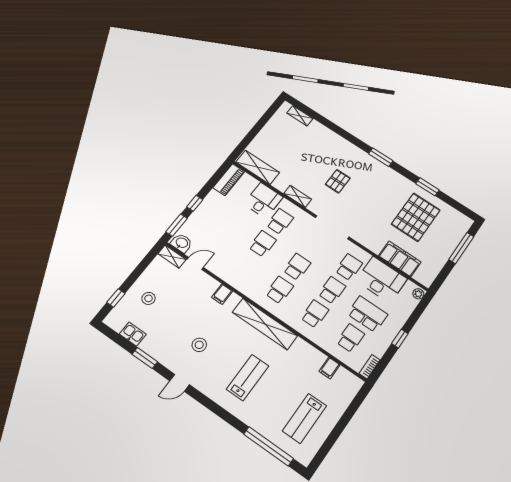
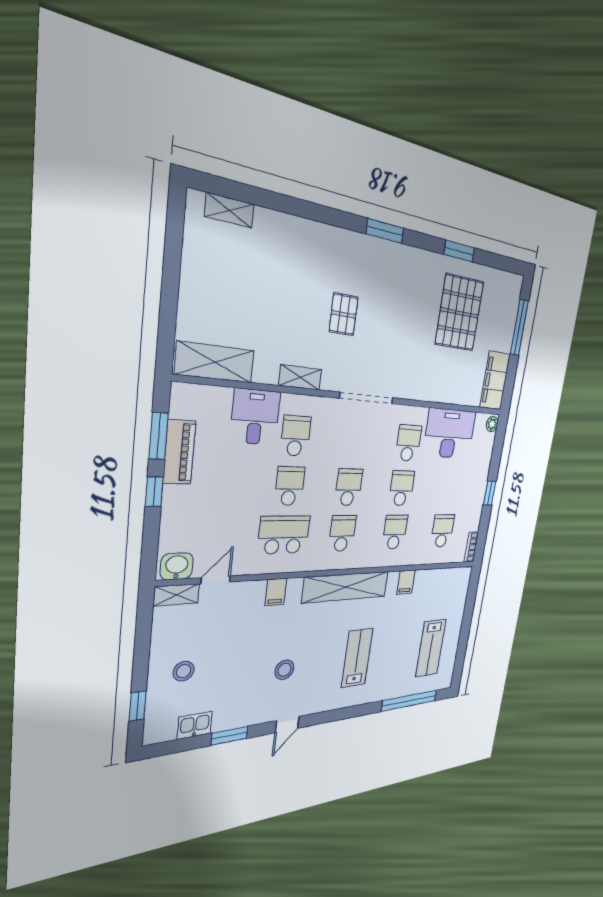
piano: (229, 180) -> (179, 452), moved
window: (176, 225) -> (159, 436), moved
filing cabinet: (400, 259) -> (495, 381), moved, turned -90
school desk: (367, 314) -> (284, 535), moved
filing cabinet: (329, 368) -> (406, 582), moved

